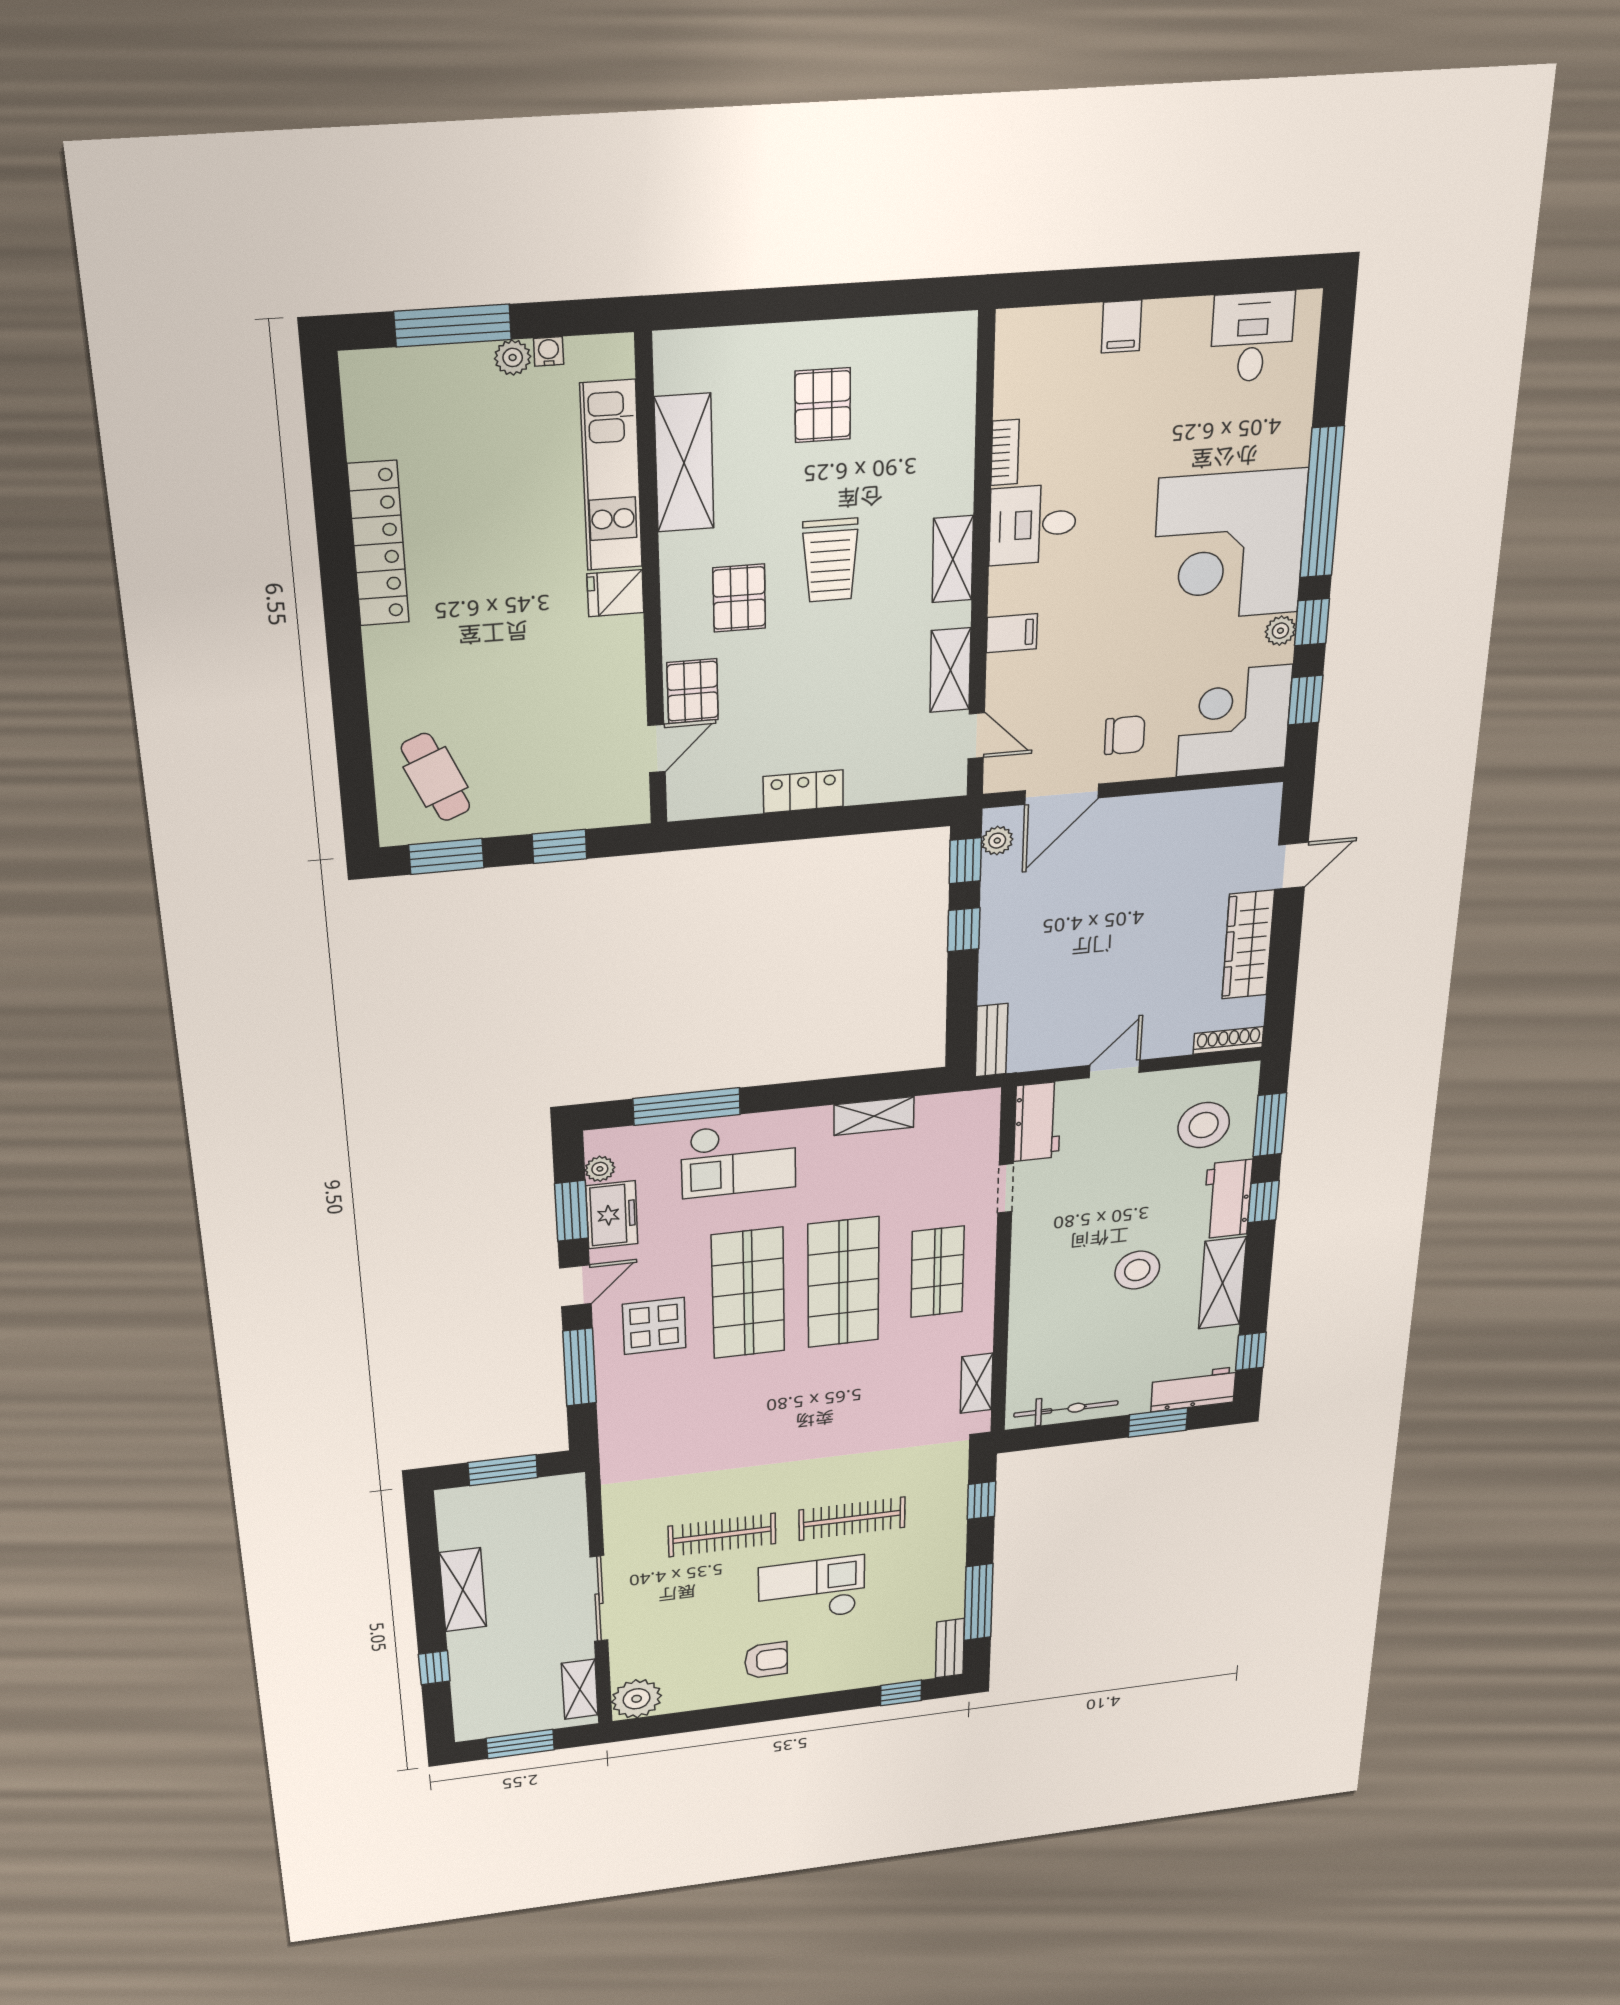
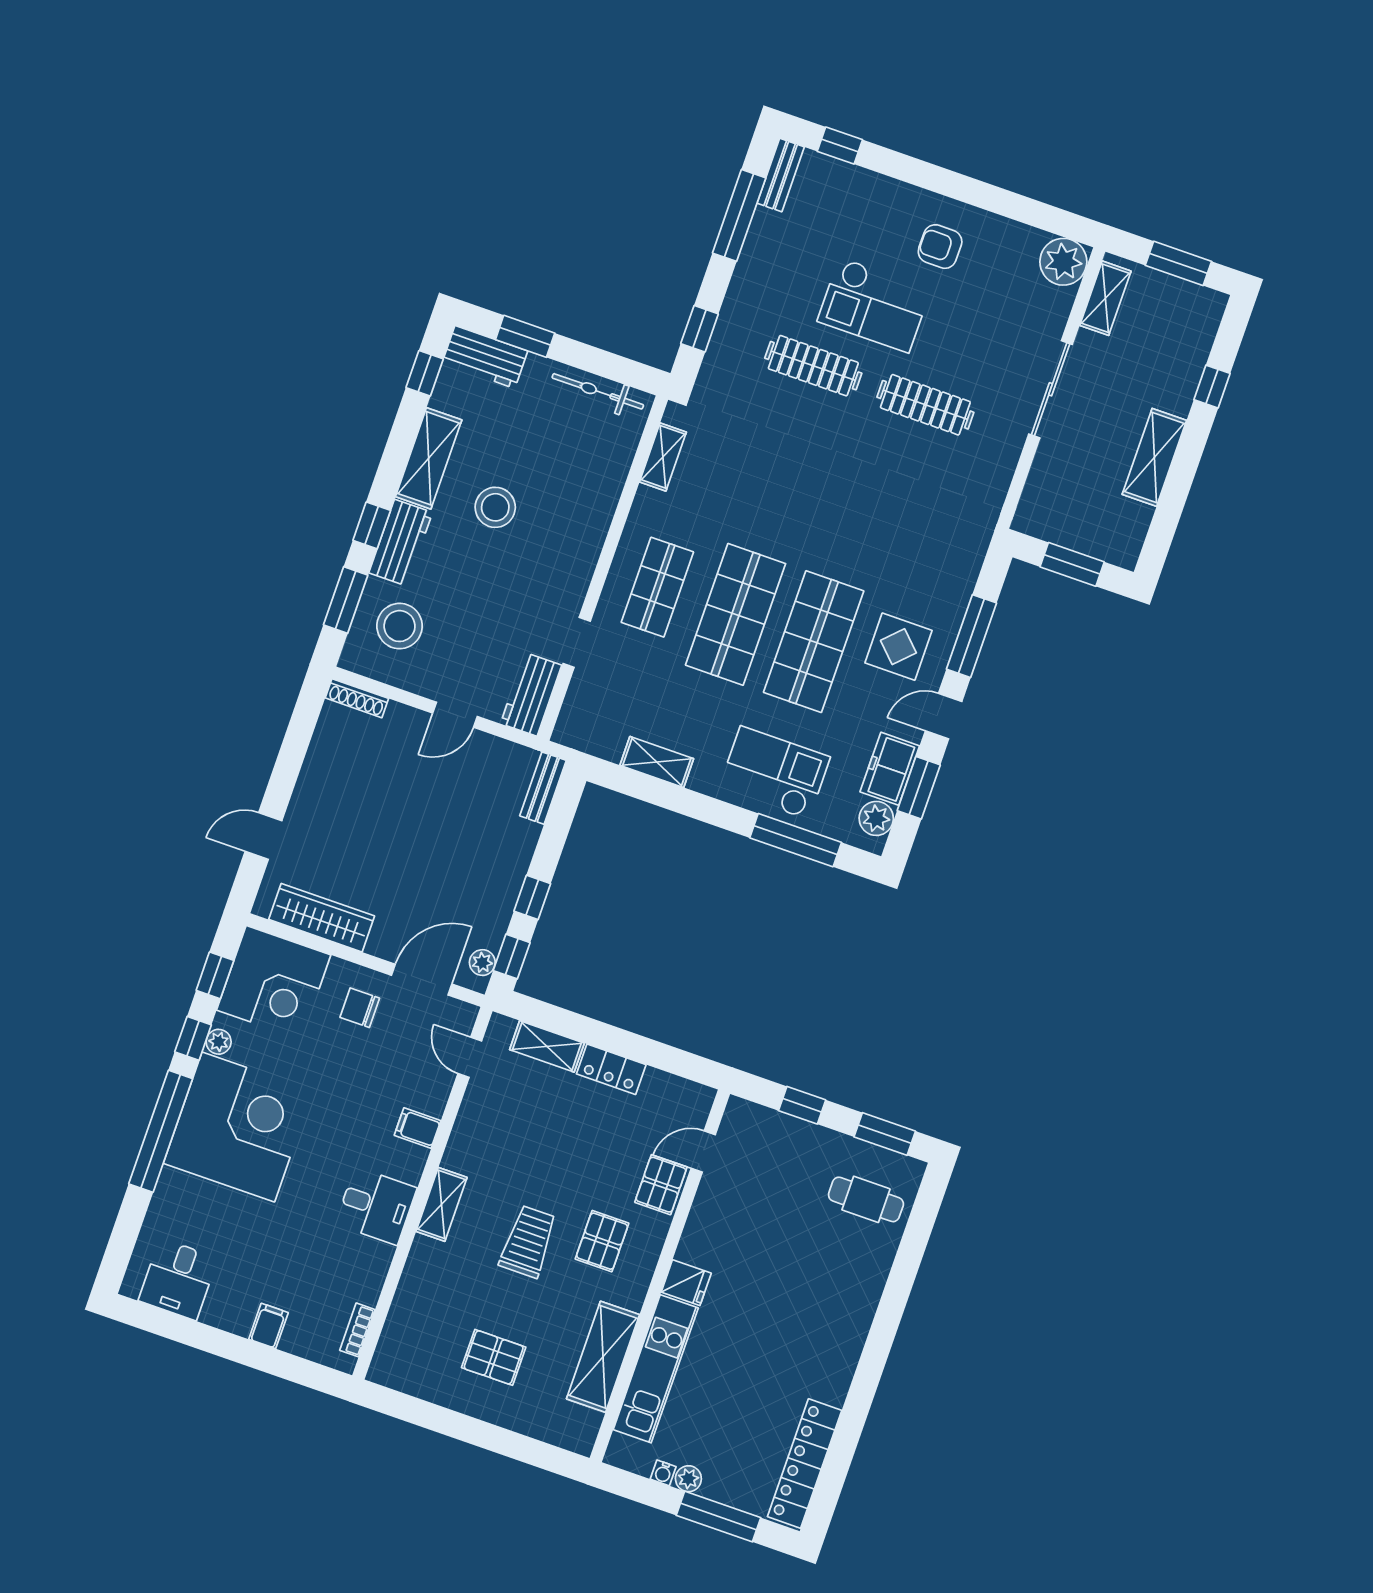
pallet: (823, 405) -> (494, 1357), turned 90
bookcase: (1005, 453) -> (357, 1330), moved
locker: (378, 544) -> (805, 1464), moved
shelving: (950, 670) -> (547, 1046), moved, turned 90
cafe table: (436, 777) -> (866, 1199), turned -67
wardrobe: (1248, 945) -> (322, 918), moved, turned -90
plant: (600, 1169) -> (876, 818), width x1.38, depth x1.38

